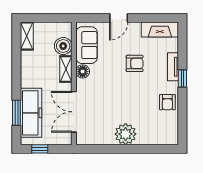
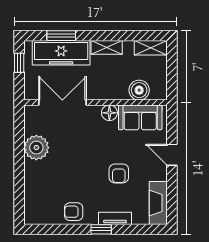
shelving: (66, 69) -> (107, 47), moved
plant: (126, 134) -> (36, 148), moved

